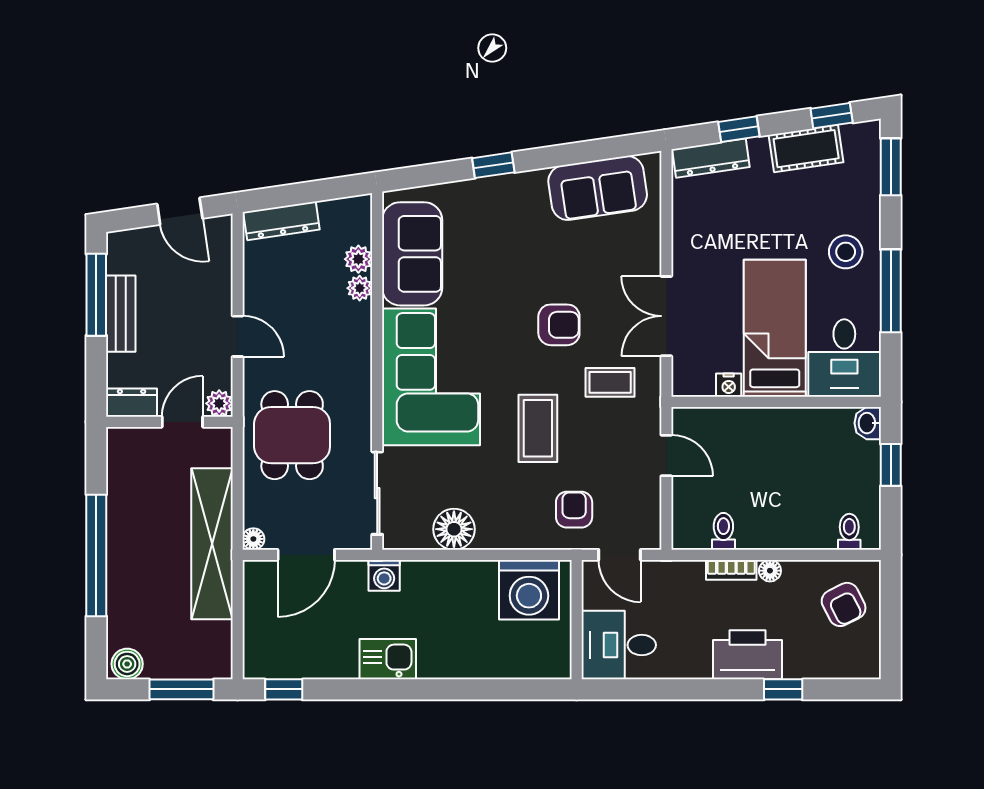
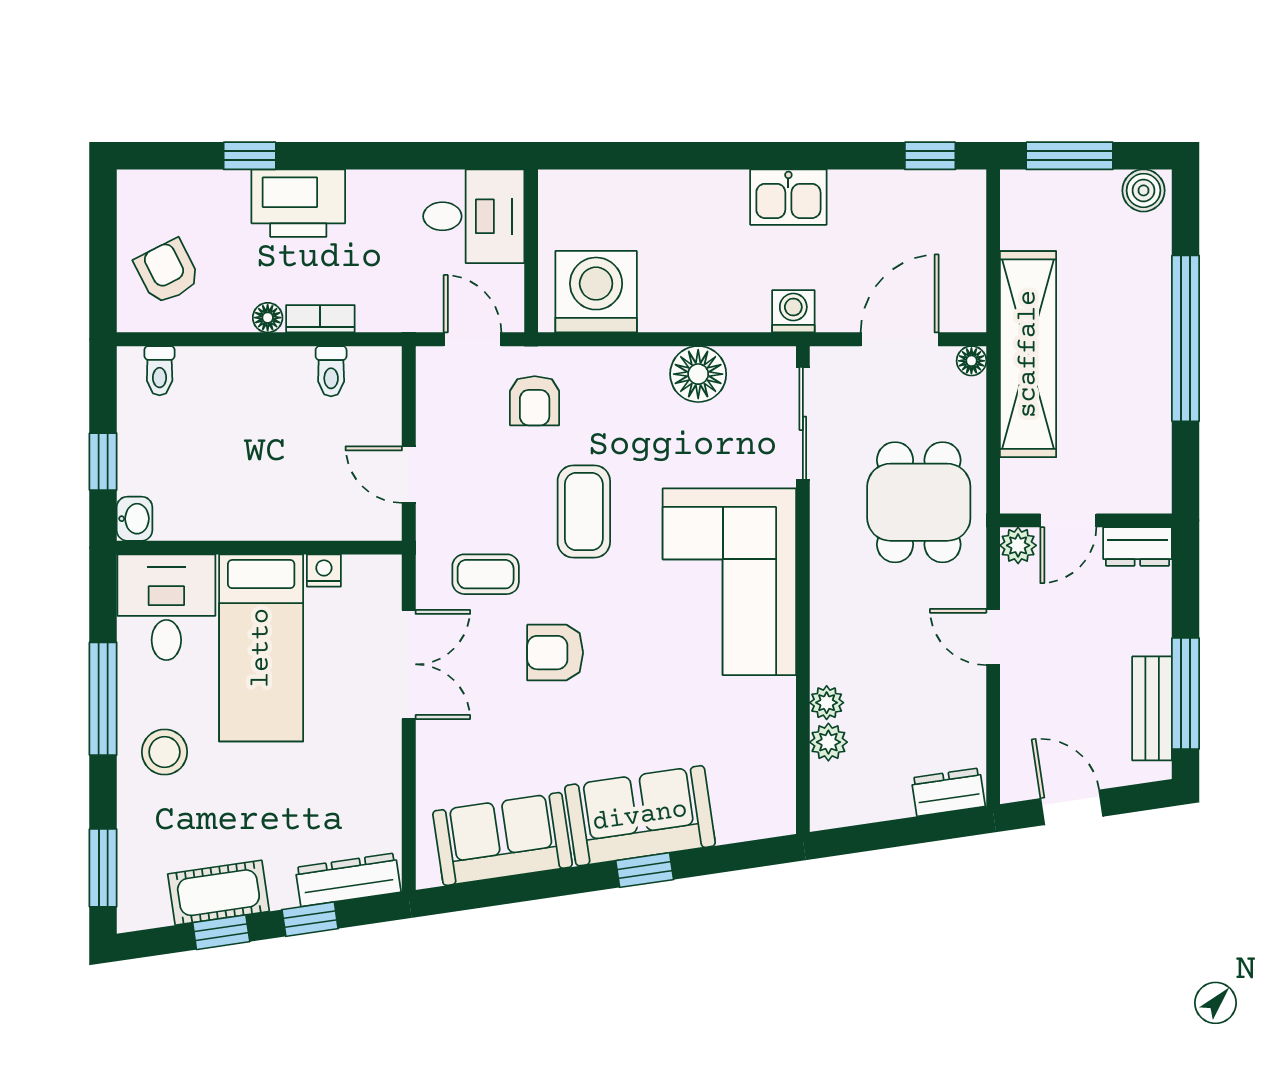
window: (832, 116) -> (221, 932), moved
dresser: (281, 221) -> (948, 792), width x0.70
sofa: (412, 254) -> (640, 816), moved, turned 82
bench: (121, 314) -> (1152, 708), moved

